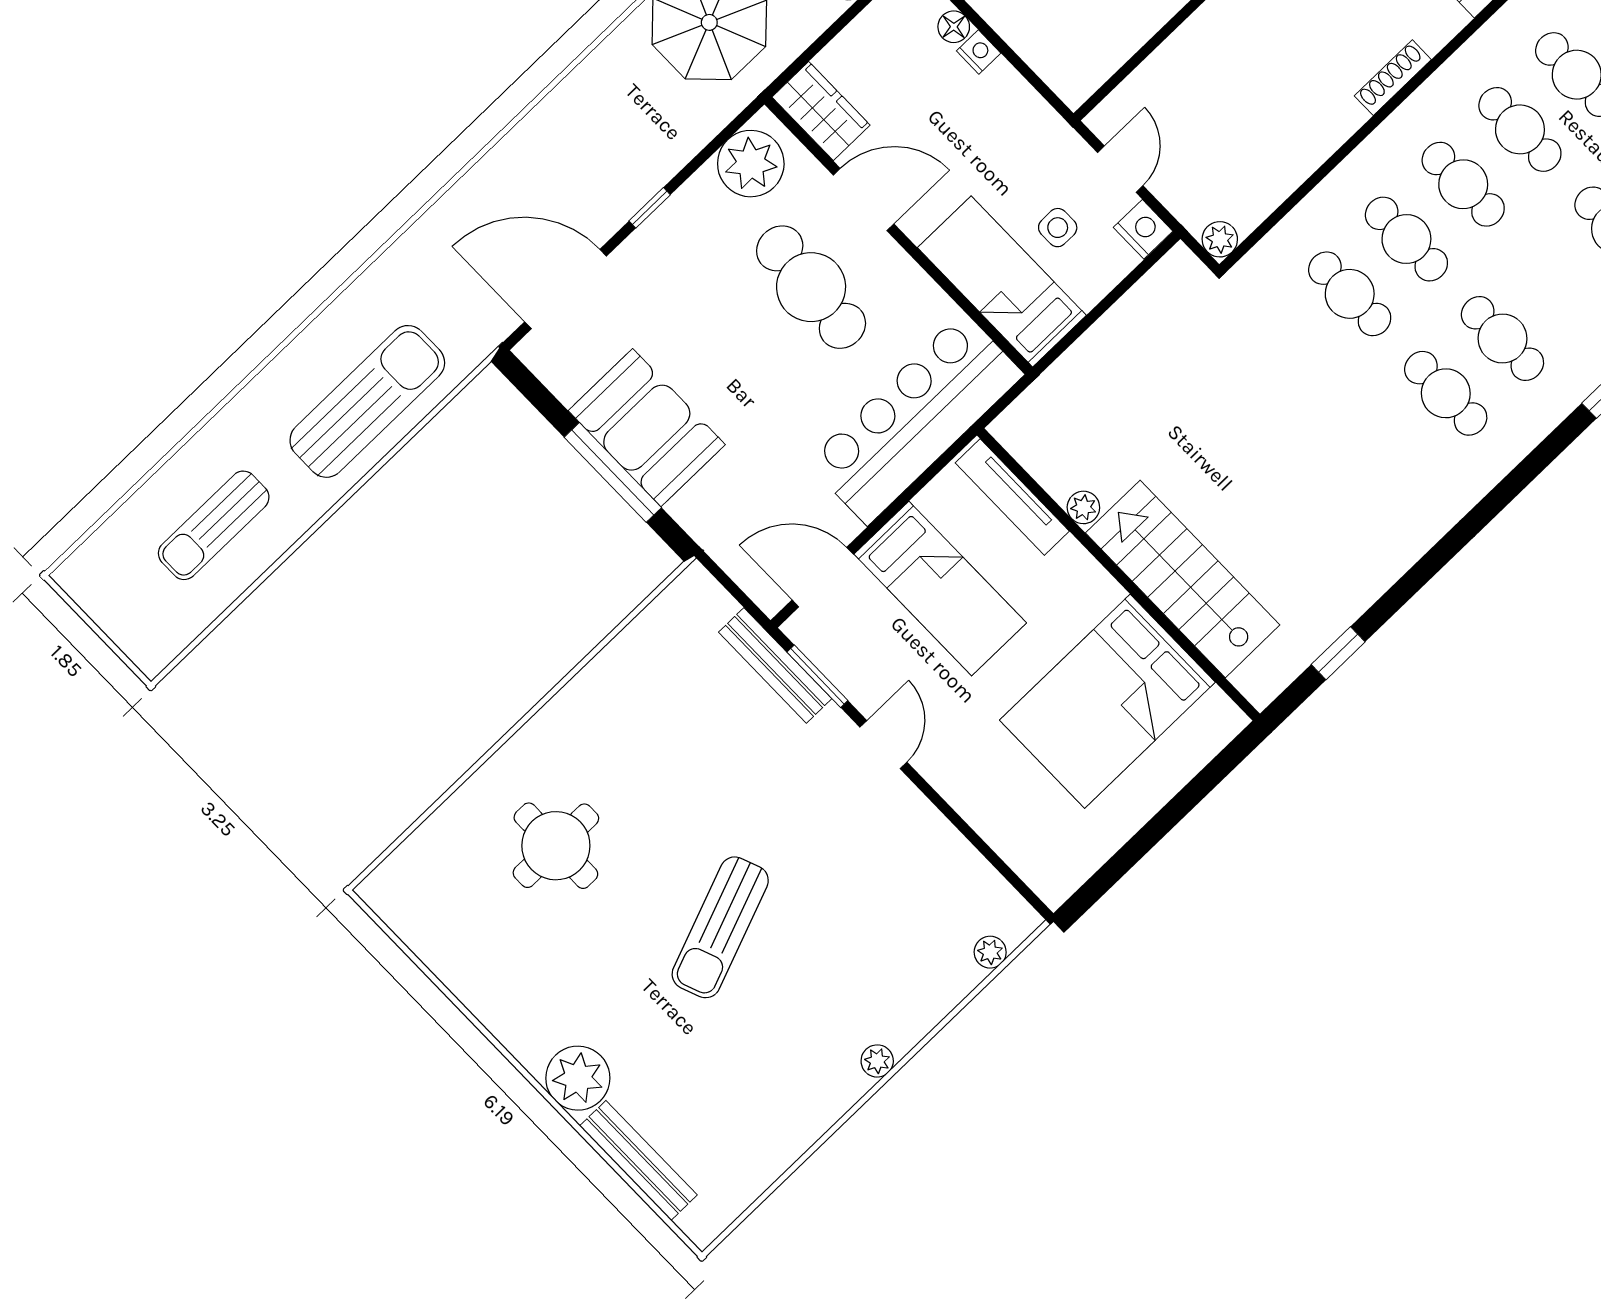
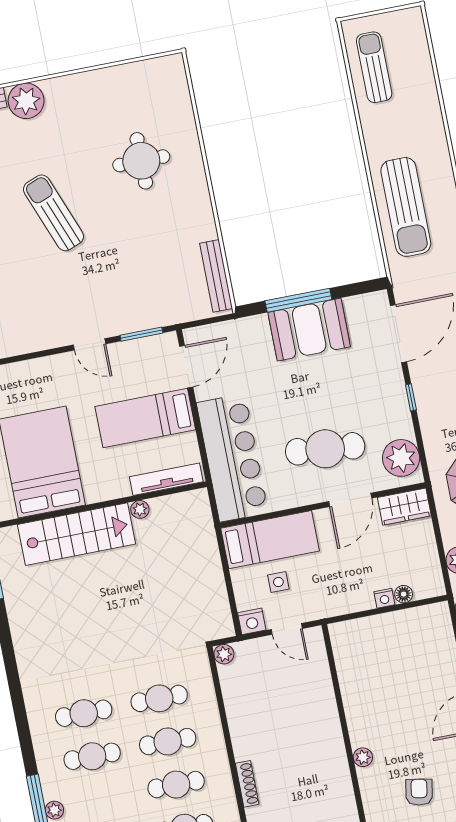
sun lounger: (214, 525) -> (374, 67), moved
bench: (775, 665) -> (216, 276), moved, turned 90

